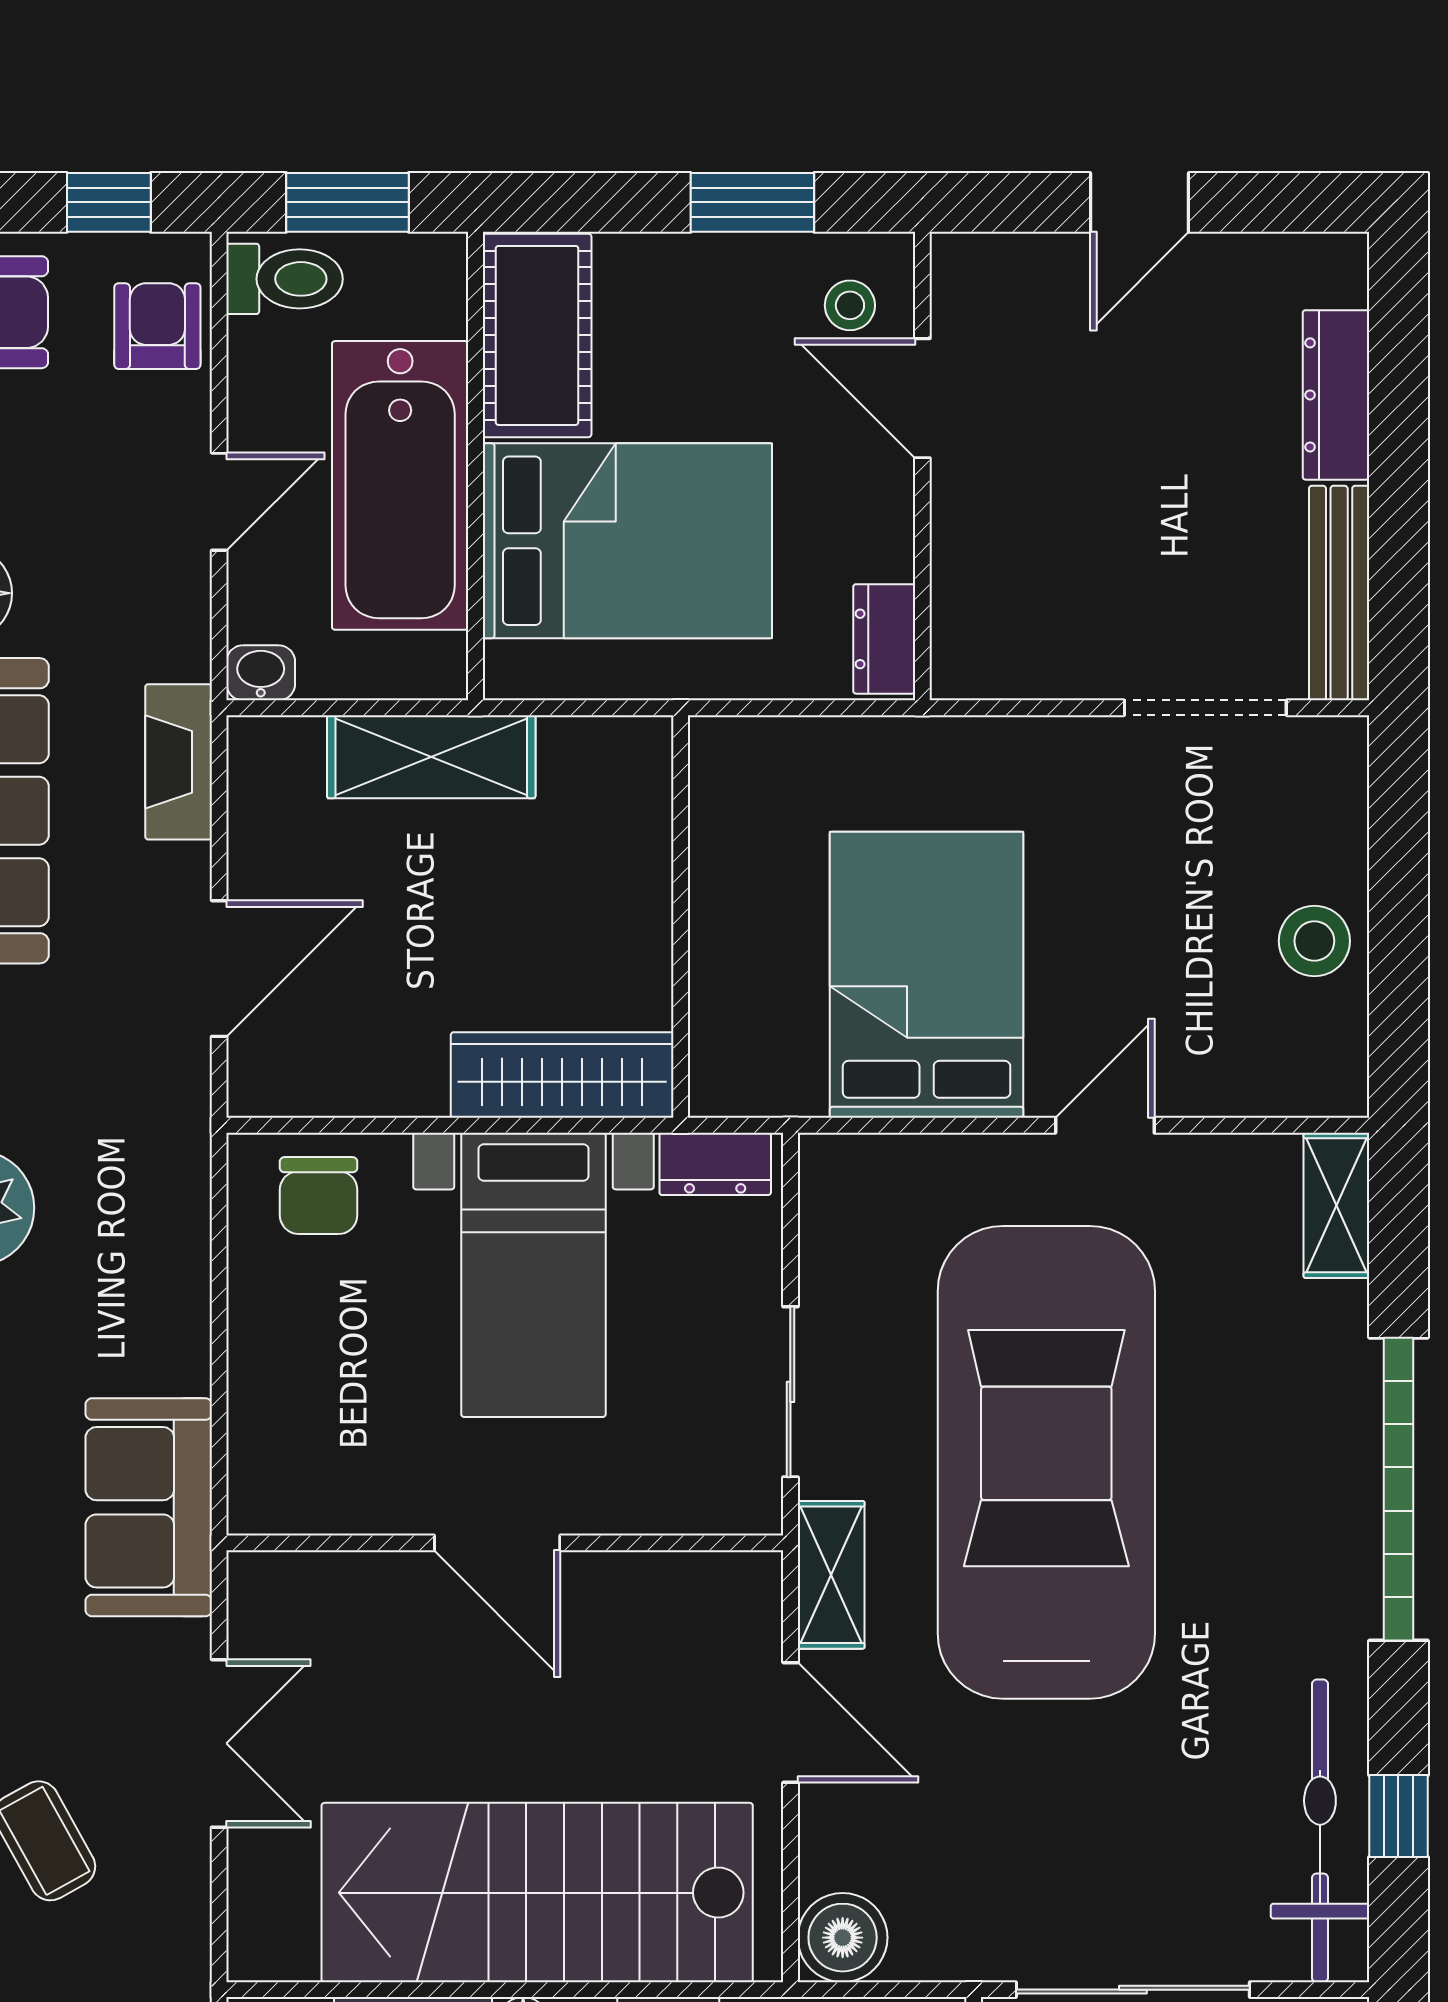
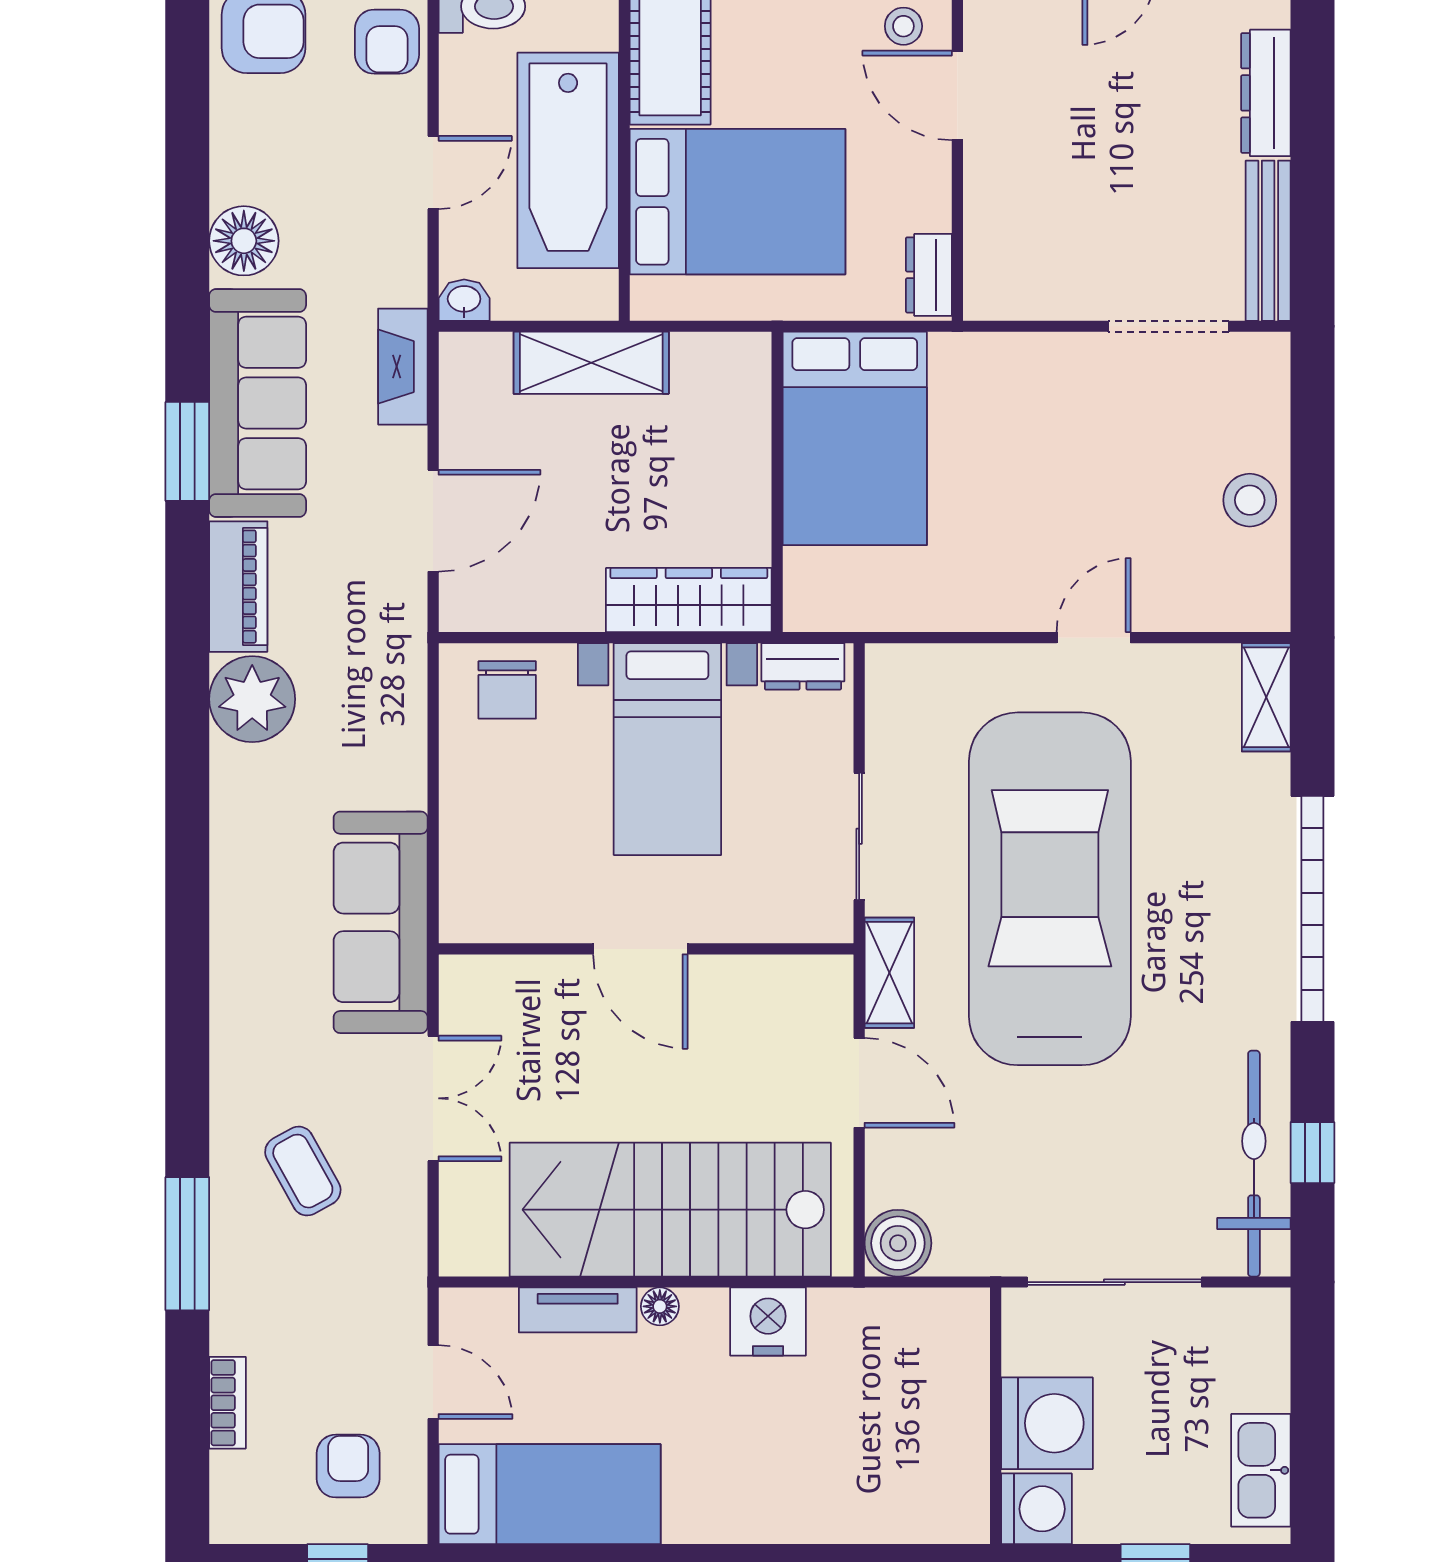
armchair: (157, 326) -> (387, 42), turned 180
bed: (927, 975) -> (855, 438), moved, turned 180
sofa: (149, 1507) -> (381, 922), width x1.36

